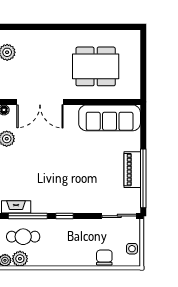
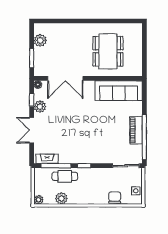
dining table: (96, 66) -> (108, 51), turned 90
cafe table: (23, 237) -> (65, 176), moved
plant: (20, 259) -> (61, 198), moved

